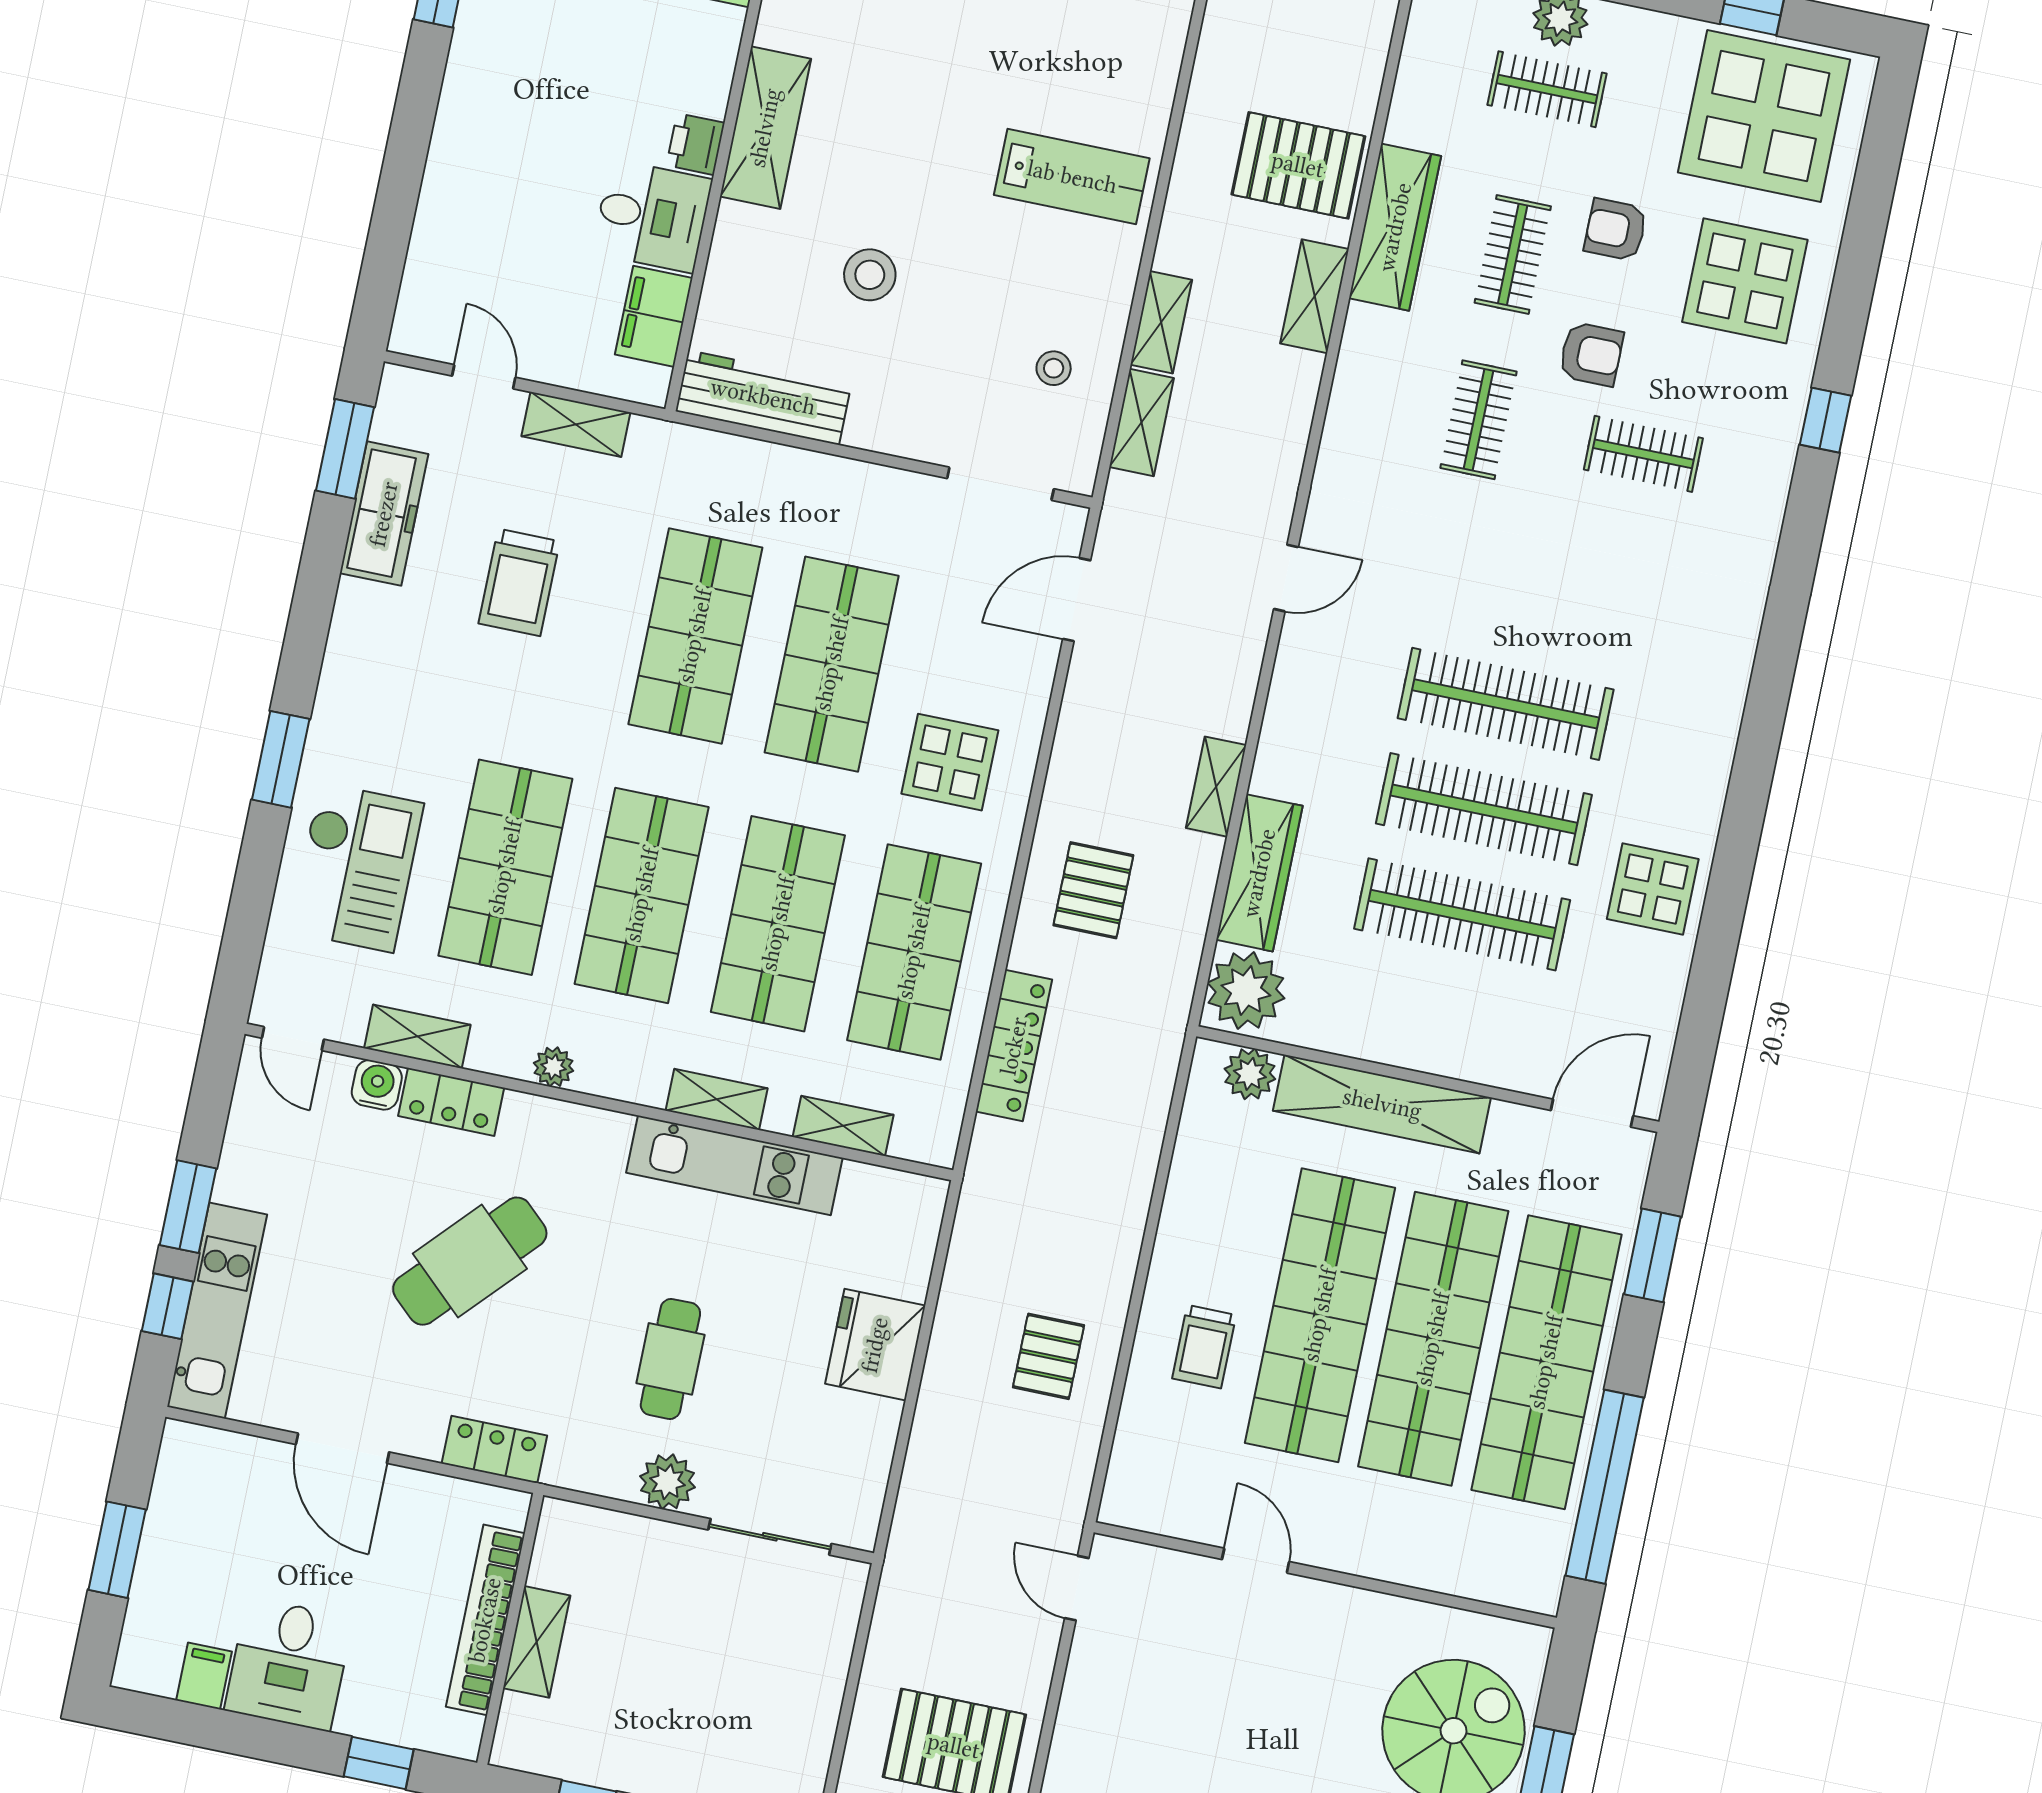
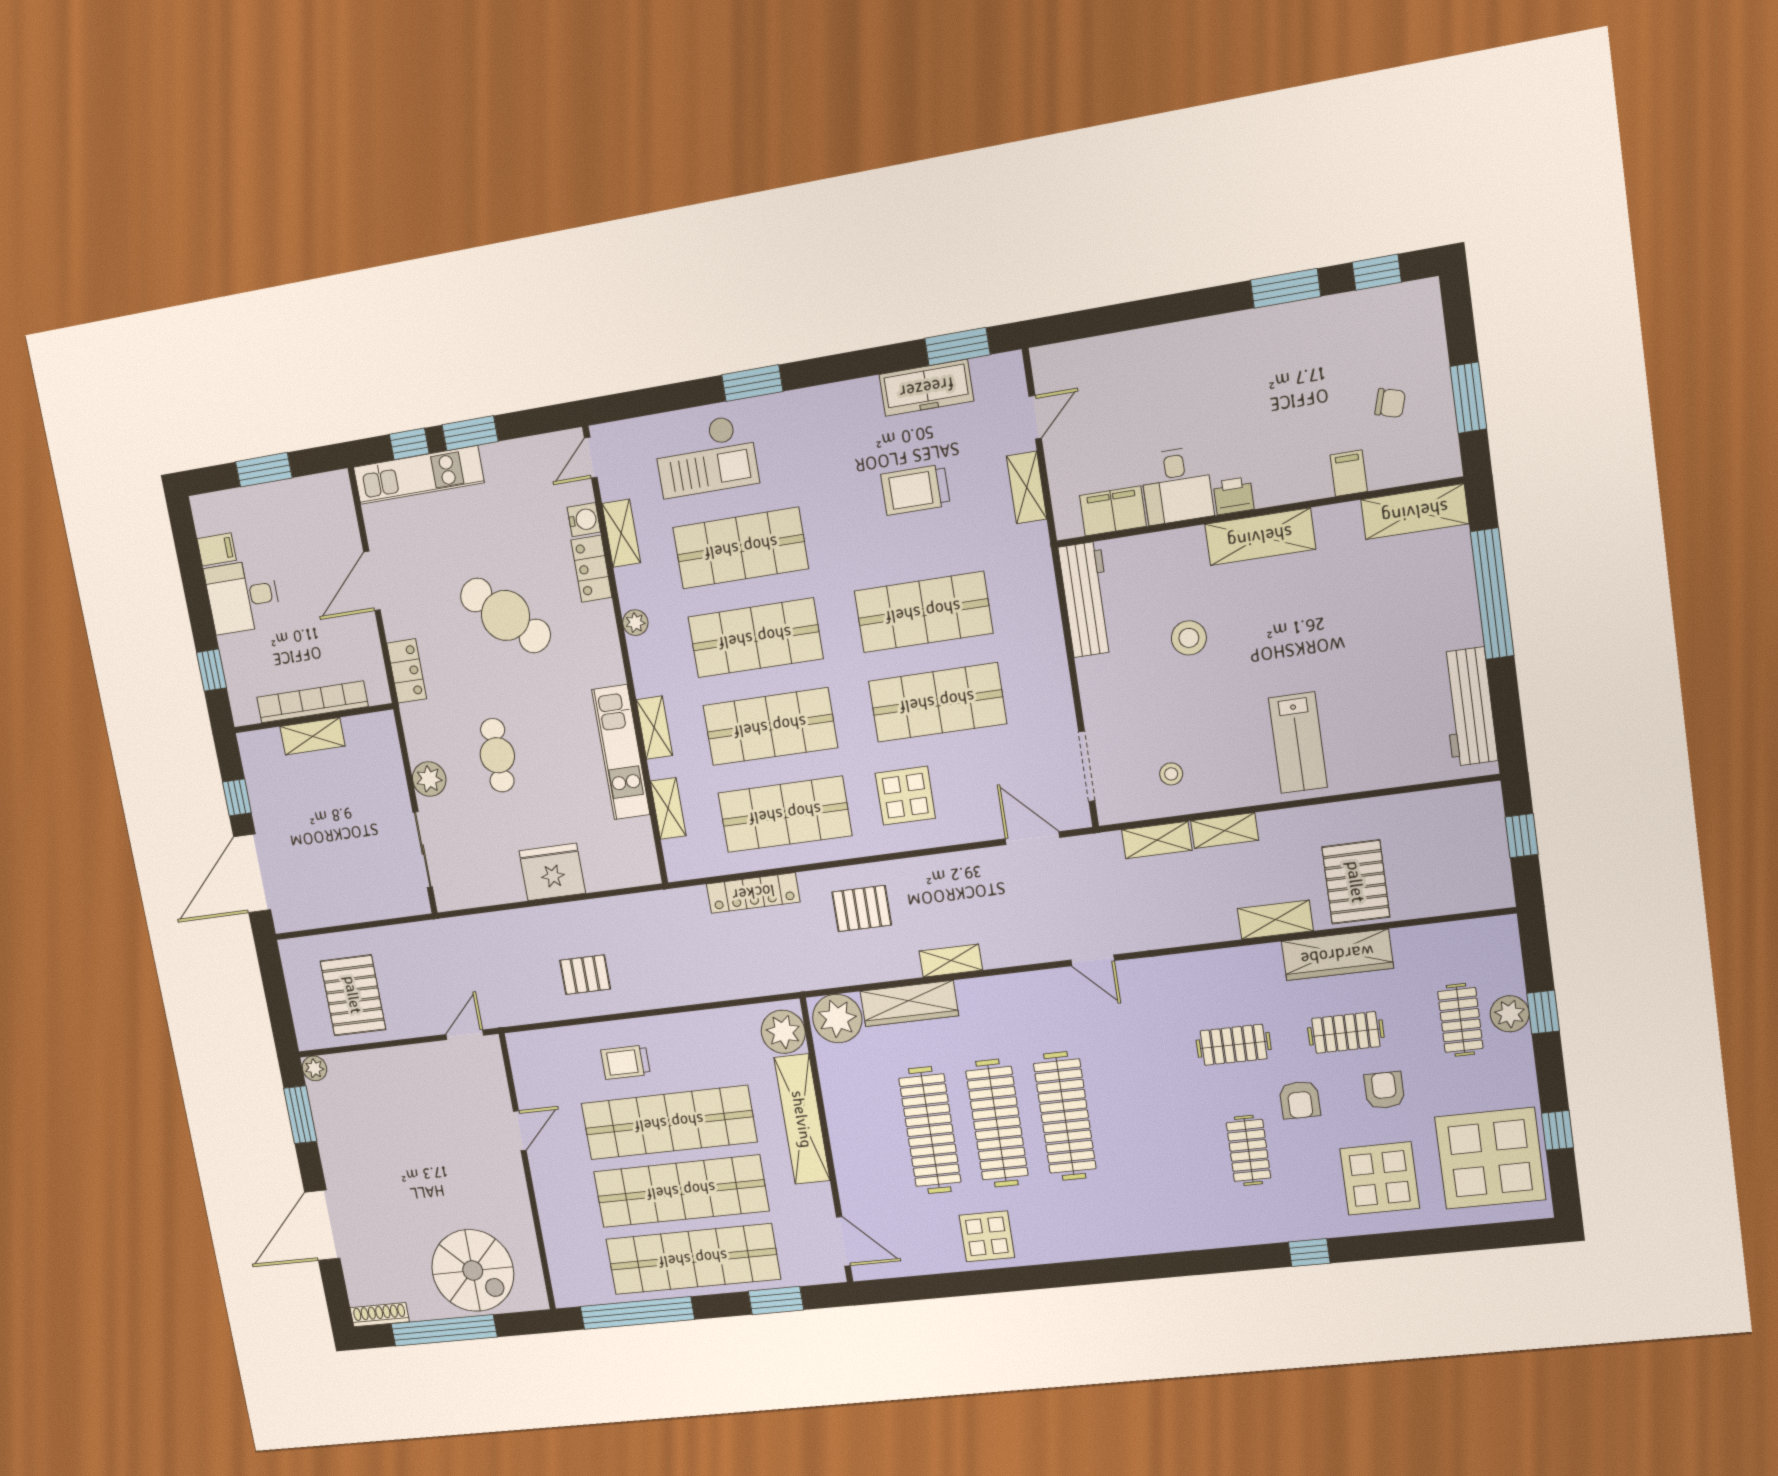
plant: (1250, 1074) -> (783, 1032), width x1.36, depth x1.36
cafe table: (670, 1359) -> (497, 755), turned 90

